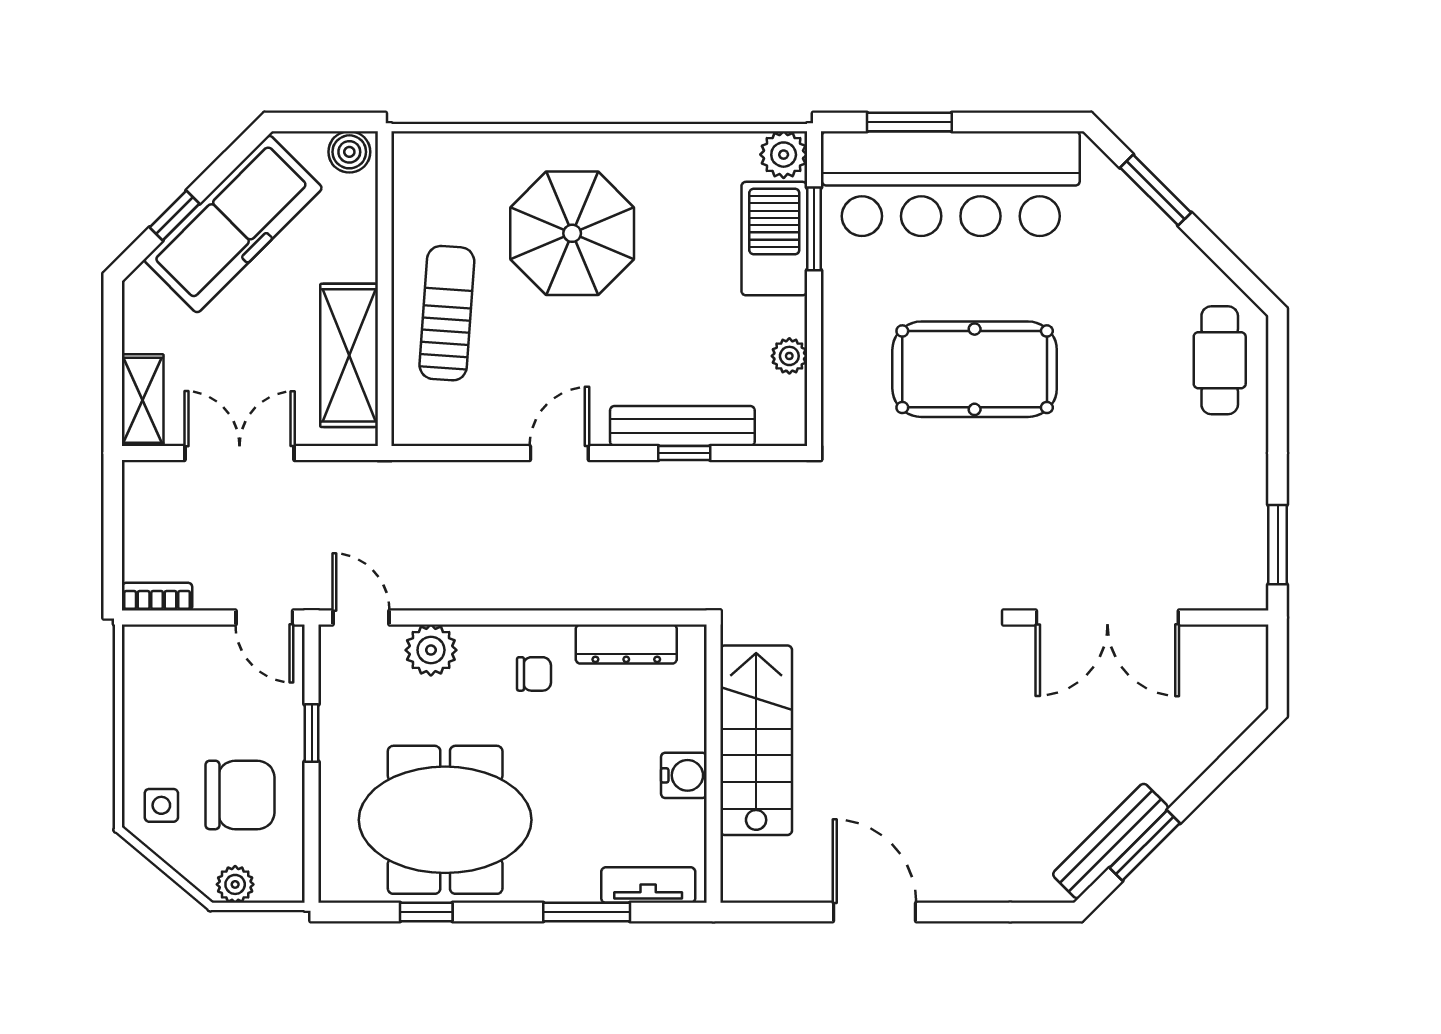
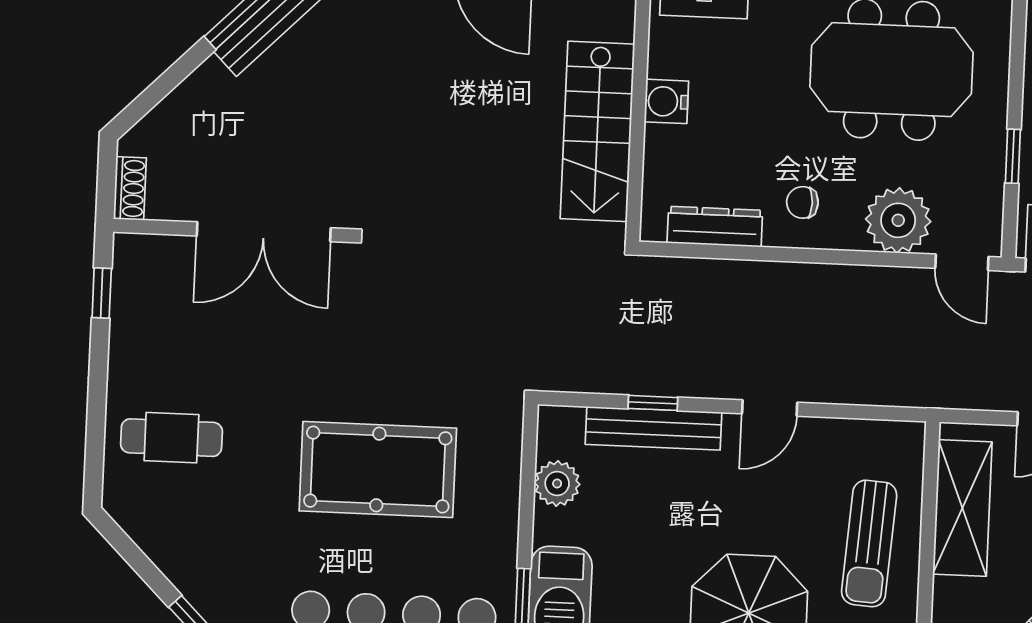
plant: (789, 356) -> (557, 483), width x1.38, depth x1.38
cafe table: (1220, 360) -> (171, 438), moved, turned 90
window: (1278, 545) -> (102, 293), width x0.67
double door: (1107, 617) -> (264, 232), swing flipped
plant: (431, 650) -> (898, 220), width x1.36, depth x1.36
shoe rack: (1252, 658) -> (130, 188), added

